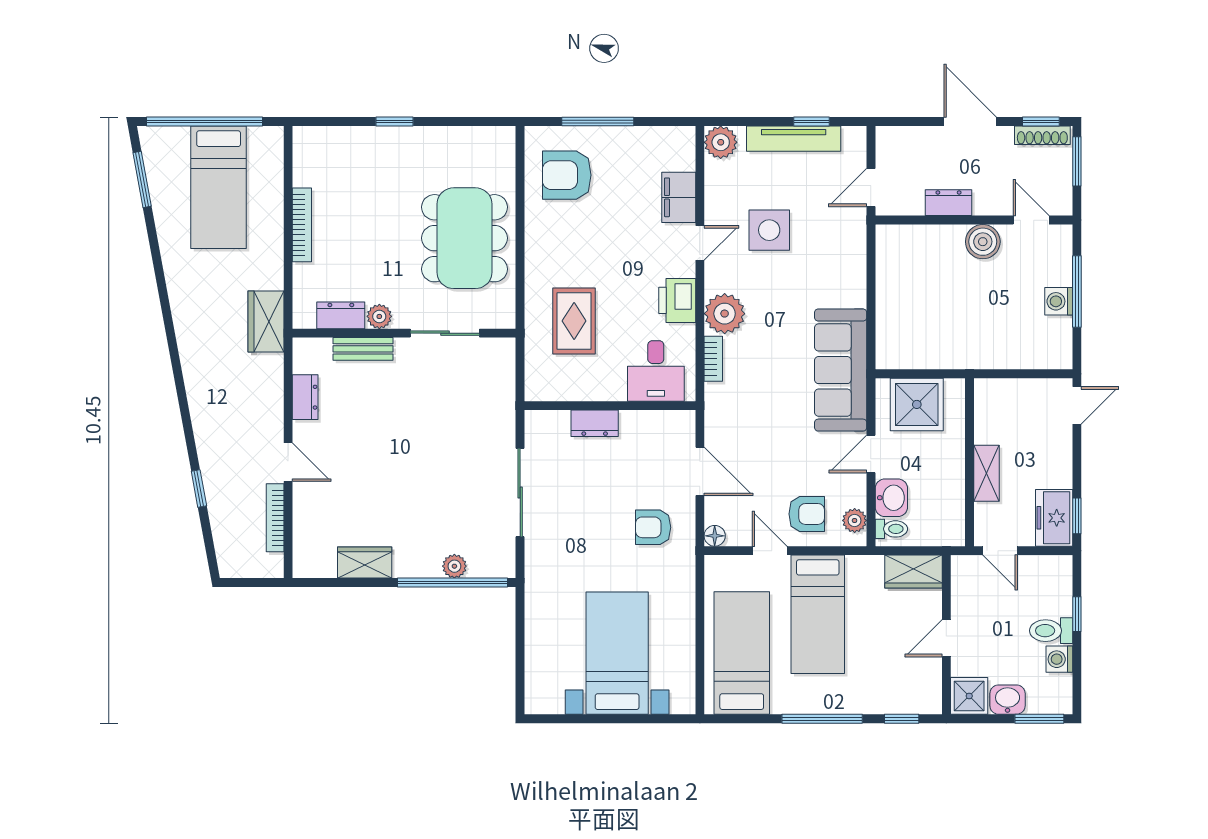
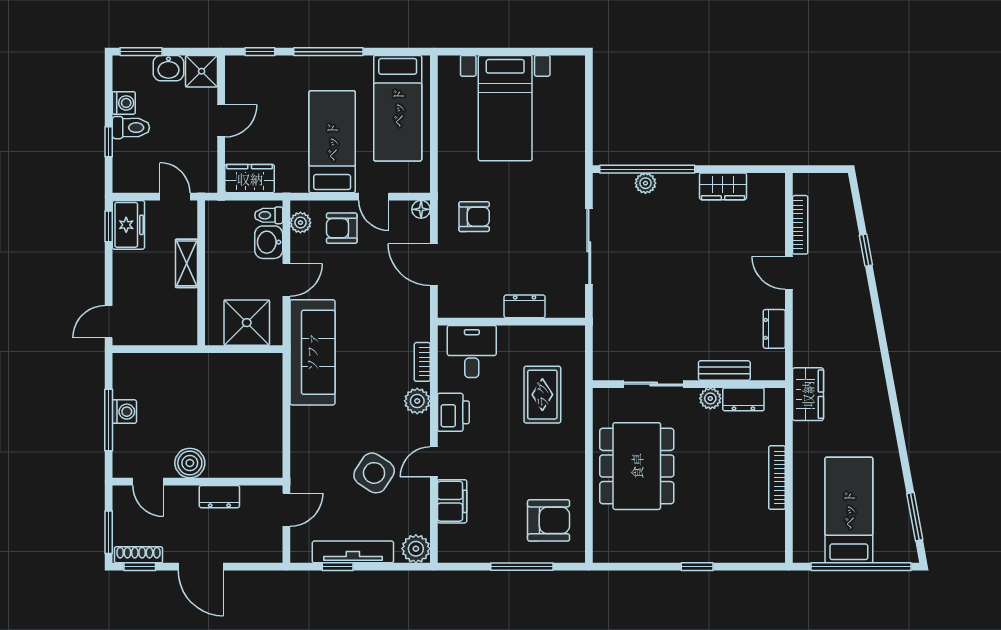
side table: (769, 230) -> (374, 473), turned 33
plant: (725, 314) -> (417, 401), width x0.73, depth x0.73

